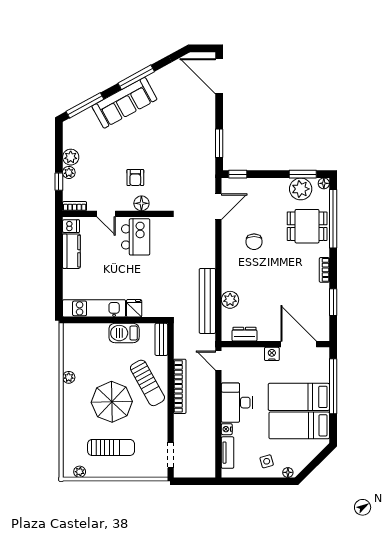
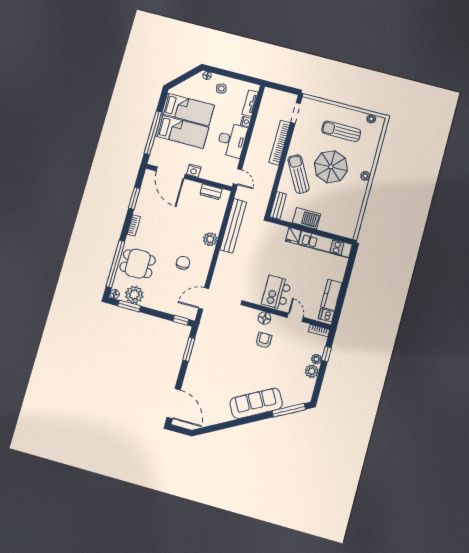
window: (136, 77) -> (241, 422), removed
plant: (230, 300) -> (210, 239), moved
plant: (69, 377) -> (365, 176), moved
bookcase: (180, 386) -> (280, 143), moved

